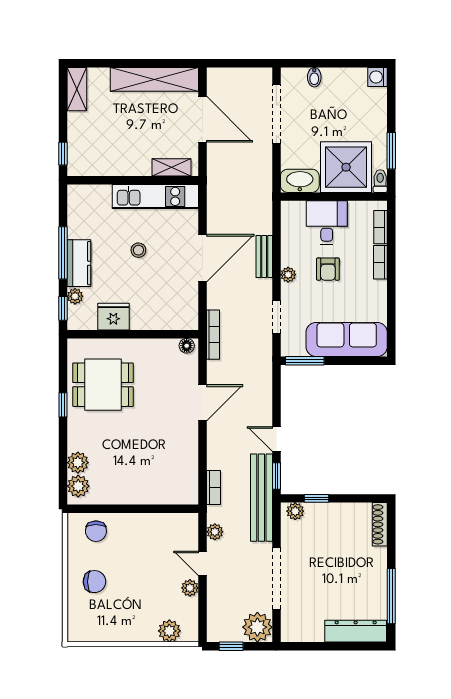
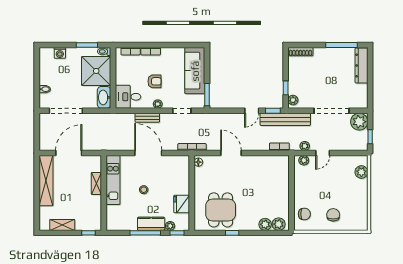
washing machine: (378, 77) -> (60, 53), moved
shelving: (77, 89) -> (62, 225), moved
shelving: (171, 167) -> (96, 183), moved
desk: (327, 223) -> (128, 97), moved
plant: (190, 588) -> (304, 160), moved

